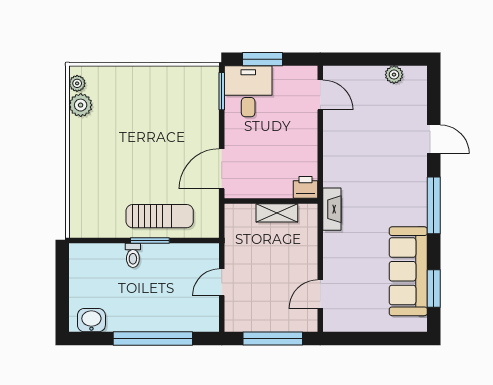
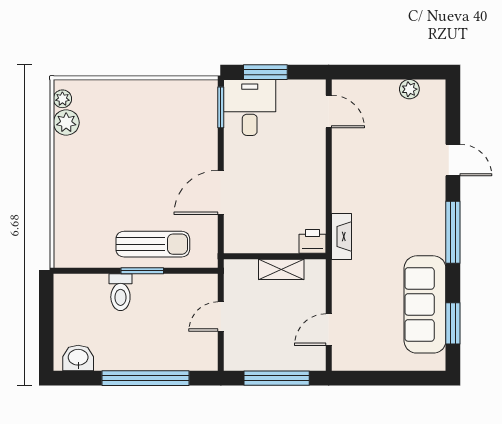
printer: (306, 187) -> (313, 241), moved
wall: (271, 201) -> (275, 256), moved
shelving: (277, 213) -> (281, 269), moved
toilet: (133, 255) -> (120, 292), width x1.37, depth x1.39

